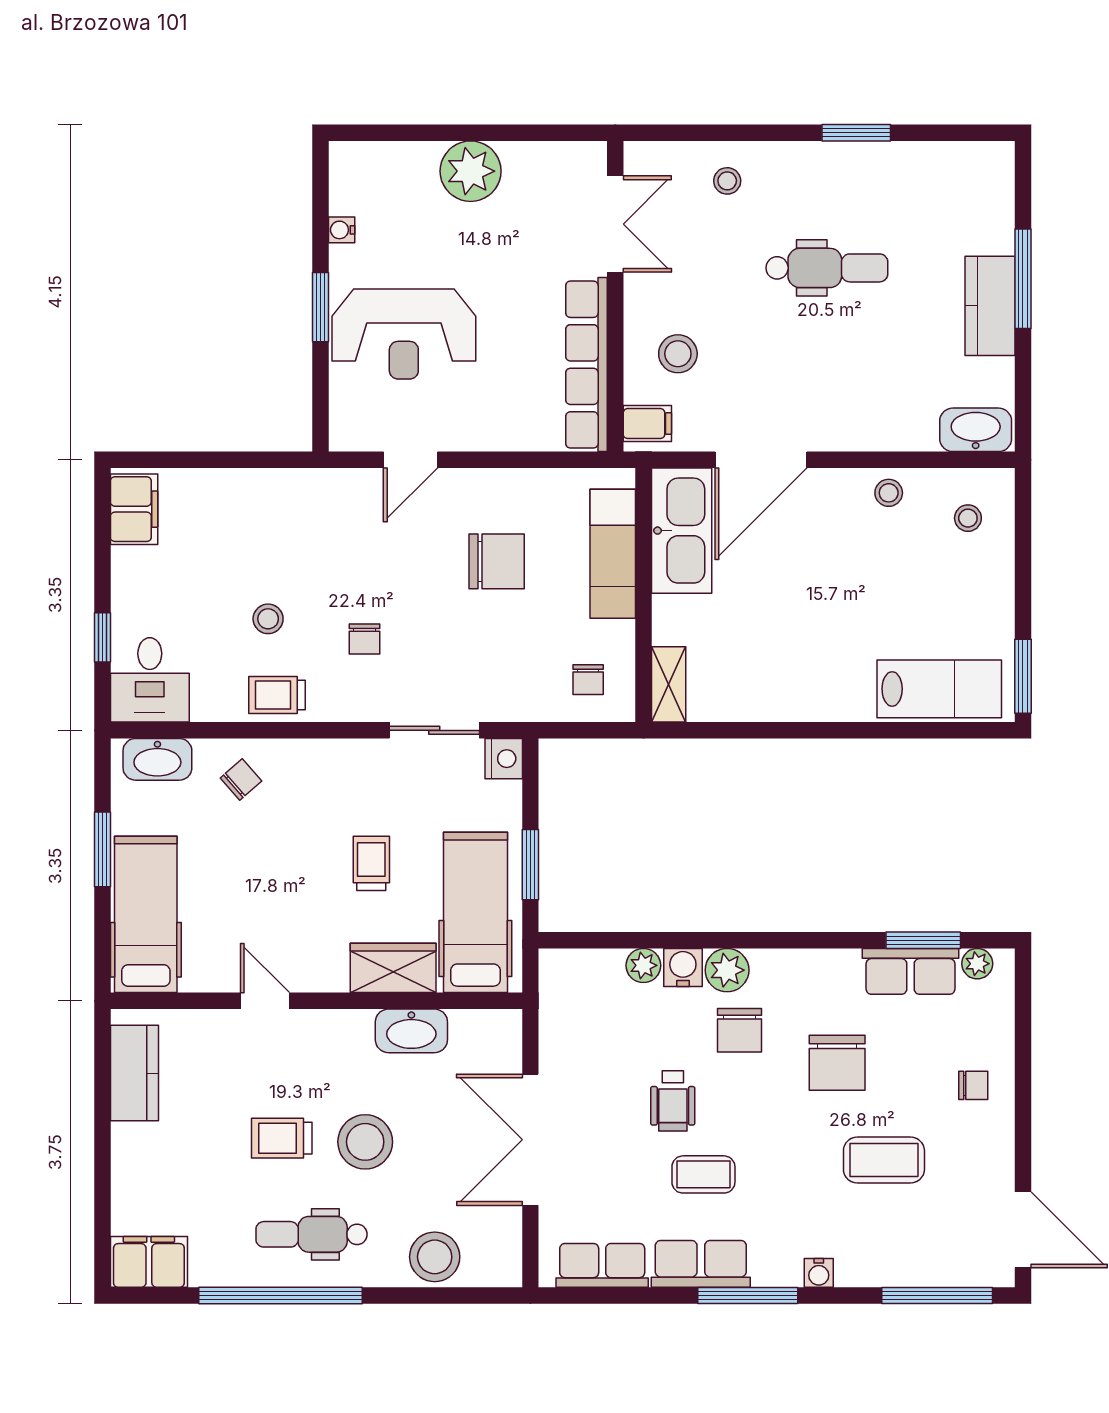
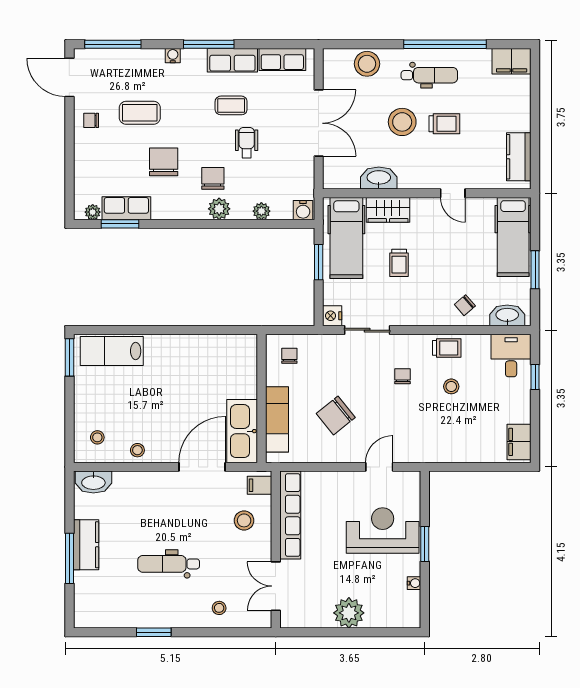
chair: (497, 561) -> (336, 415), turned -39
shelving: (669, 684) -> (249, 353), removed
water cooler: (683, 967) -> (303, 210), moved
chair: (973, 1085) -> (91, 120), moved

